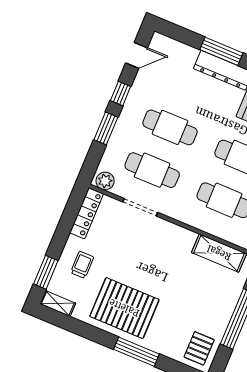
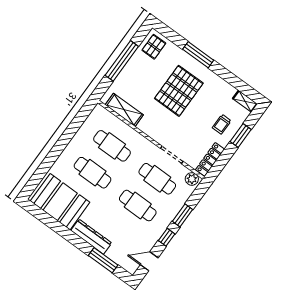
window: (221, 51) -> (103, 260), moved
window: (46, 272) -> (241, 136), moved
pallet: (124, 308) -> (179, 91), moved, turned 90

